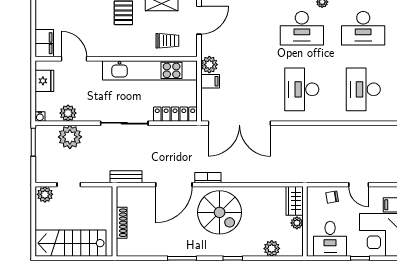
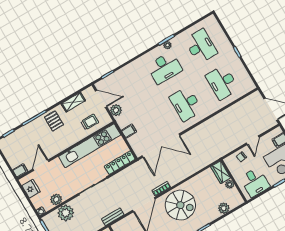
door: (199, 20) -> (101, 99), hinge flipped
desk: (363, 28) -> (201, 46), turned -90
filing cabinet: (44, 43) -> (20, 171), width x0.50
door: (74, 59) -> (41, 165), hinge flipped
plant: (209, 65) -> (116, 110), moved
door: (359, 185) -> (253, 140), hinge flipped

